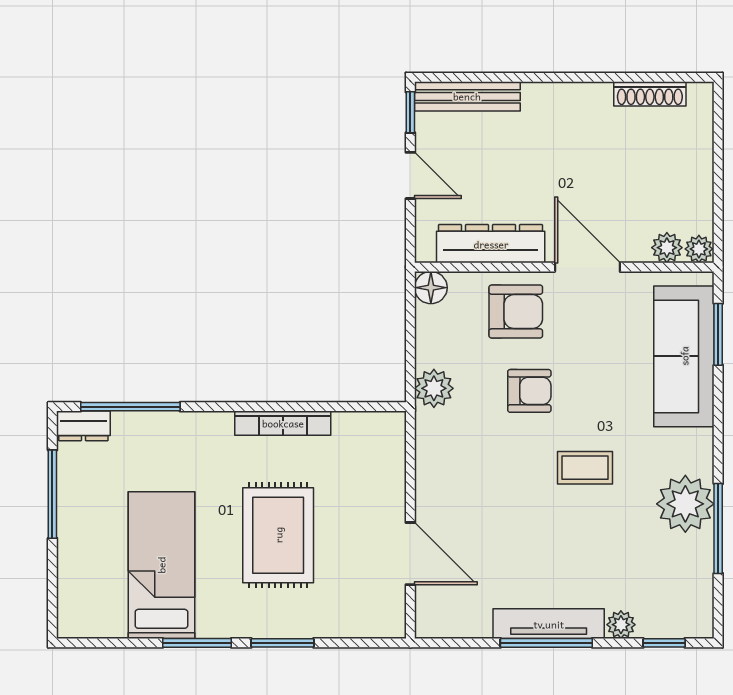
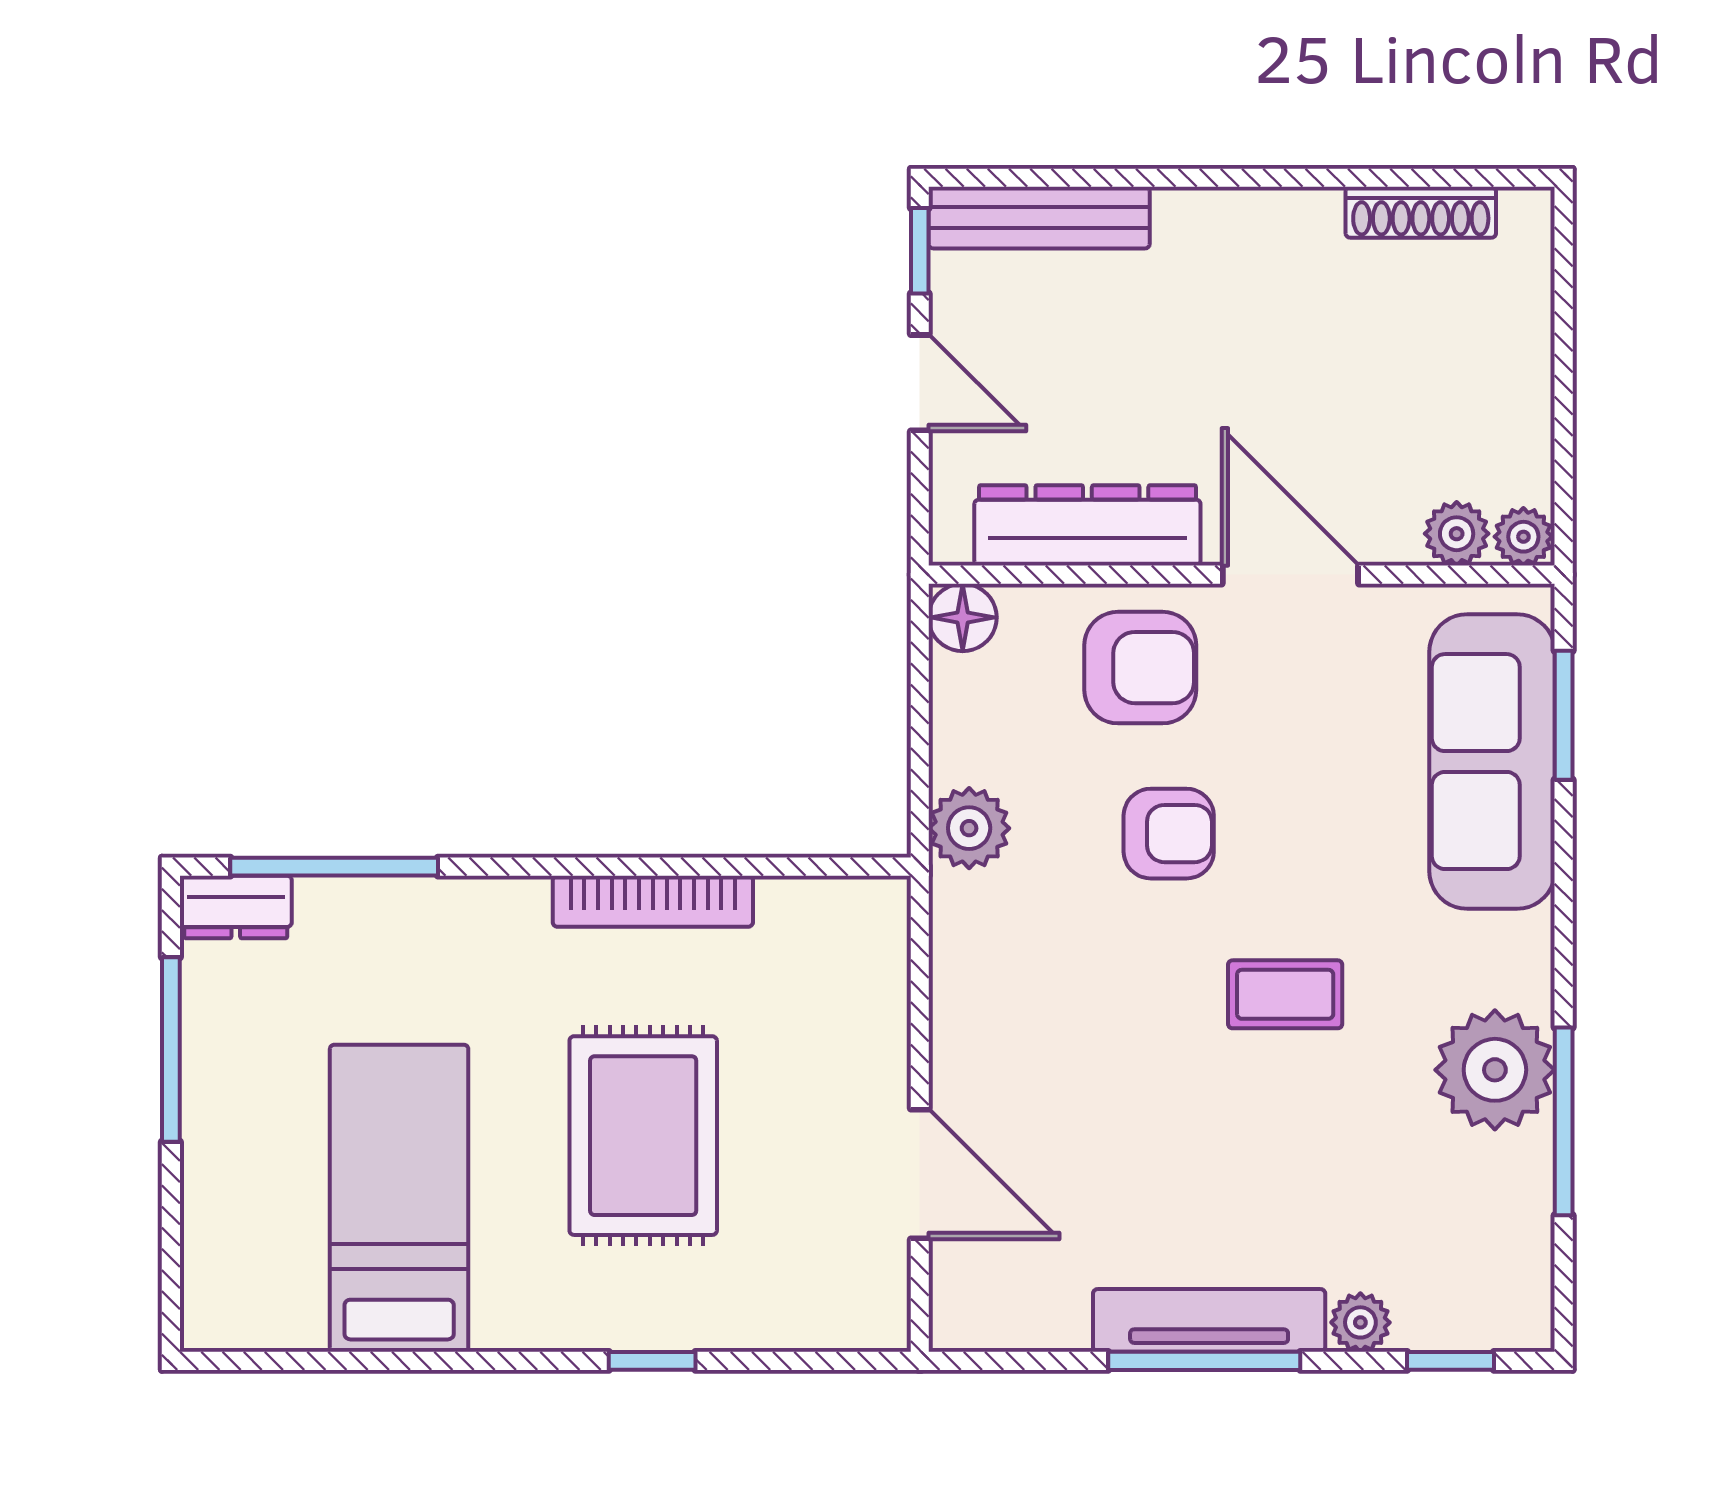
window: (197, 643) -> (474, 1361), removed
window: (282, 643) -> (652, 1361), width x0.67

